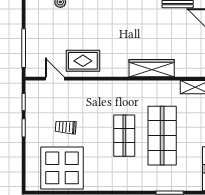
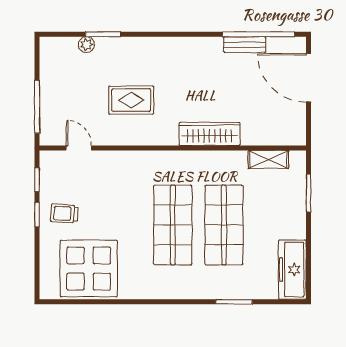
rug: (83, 61) -> (131, 100), moved
trolley: (66, 127) -> (64, 213), moved
shop shelf: (124, 136) -> (173, 225), width x1.43, depth x1.36

